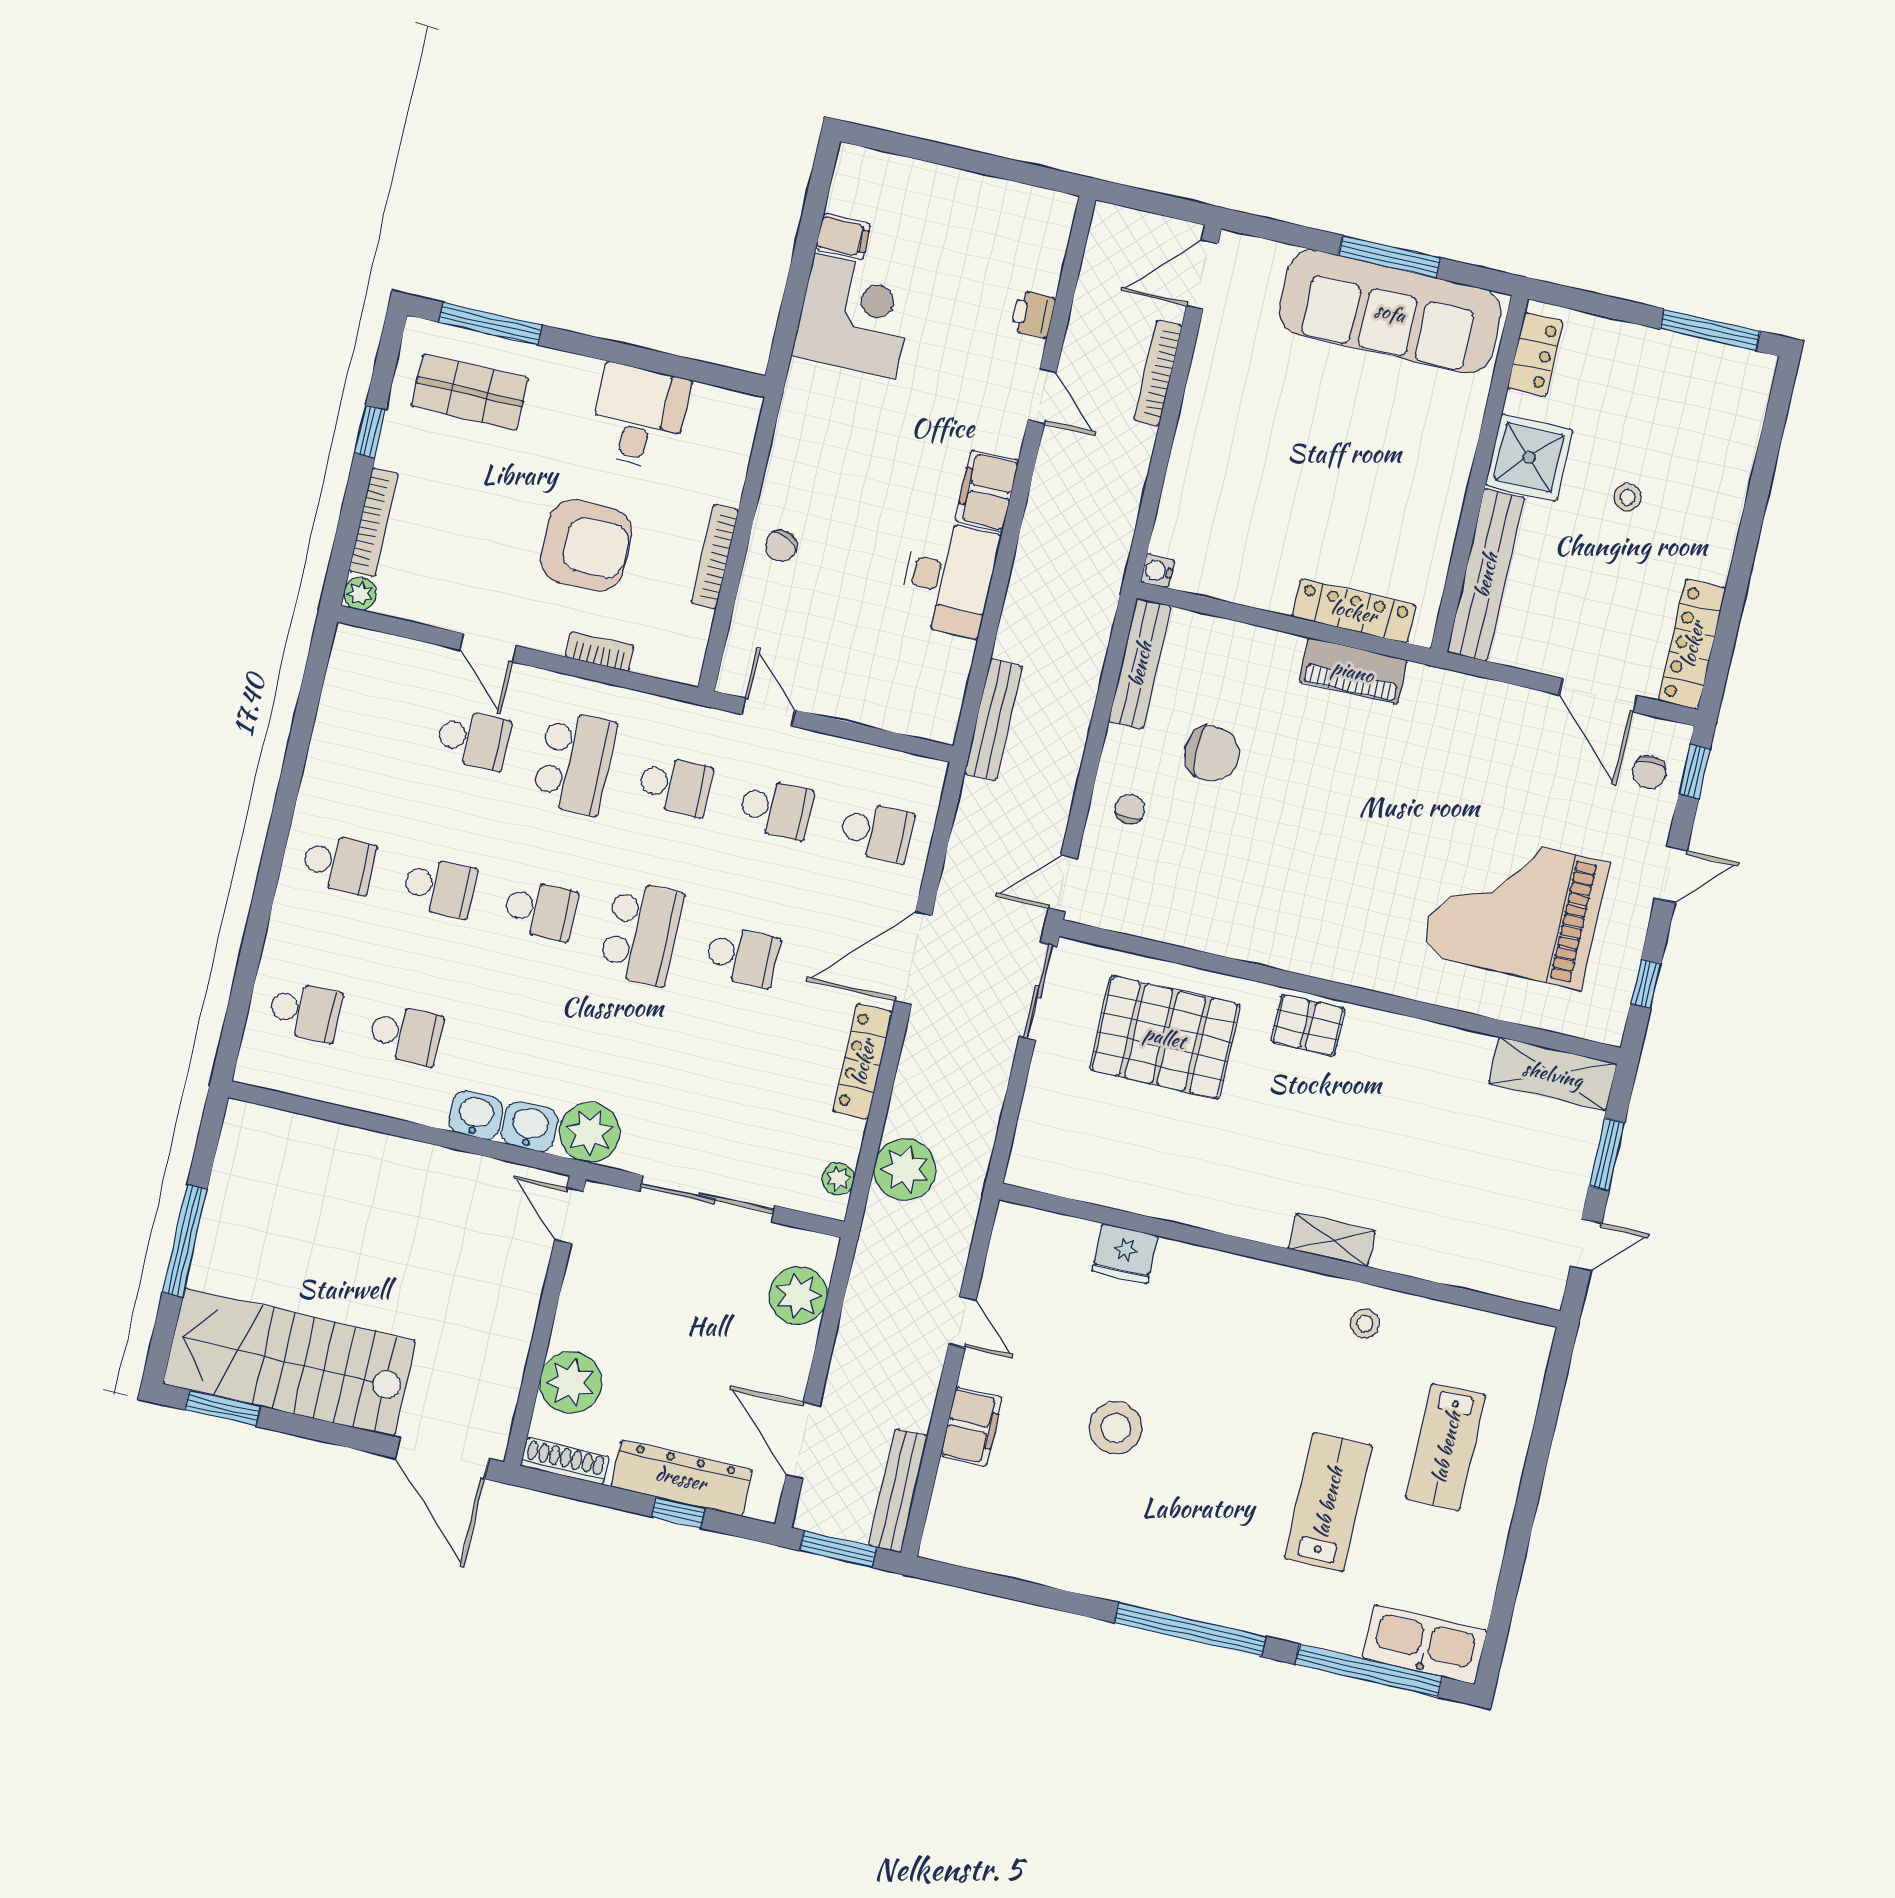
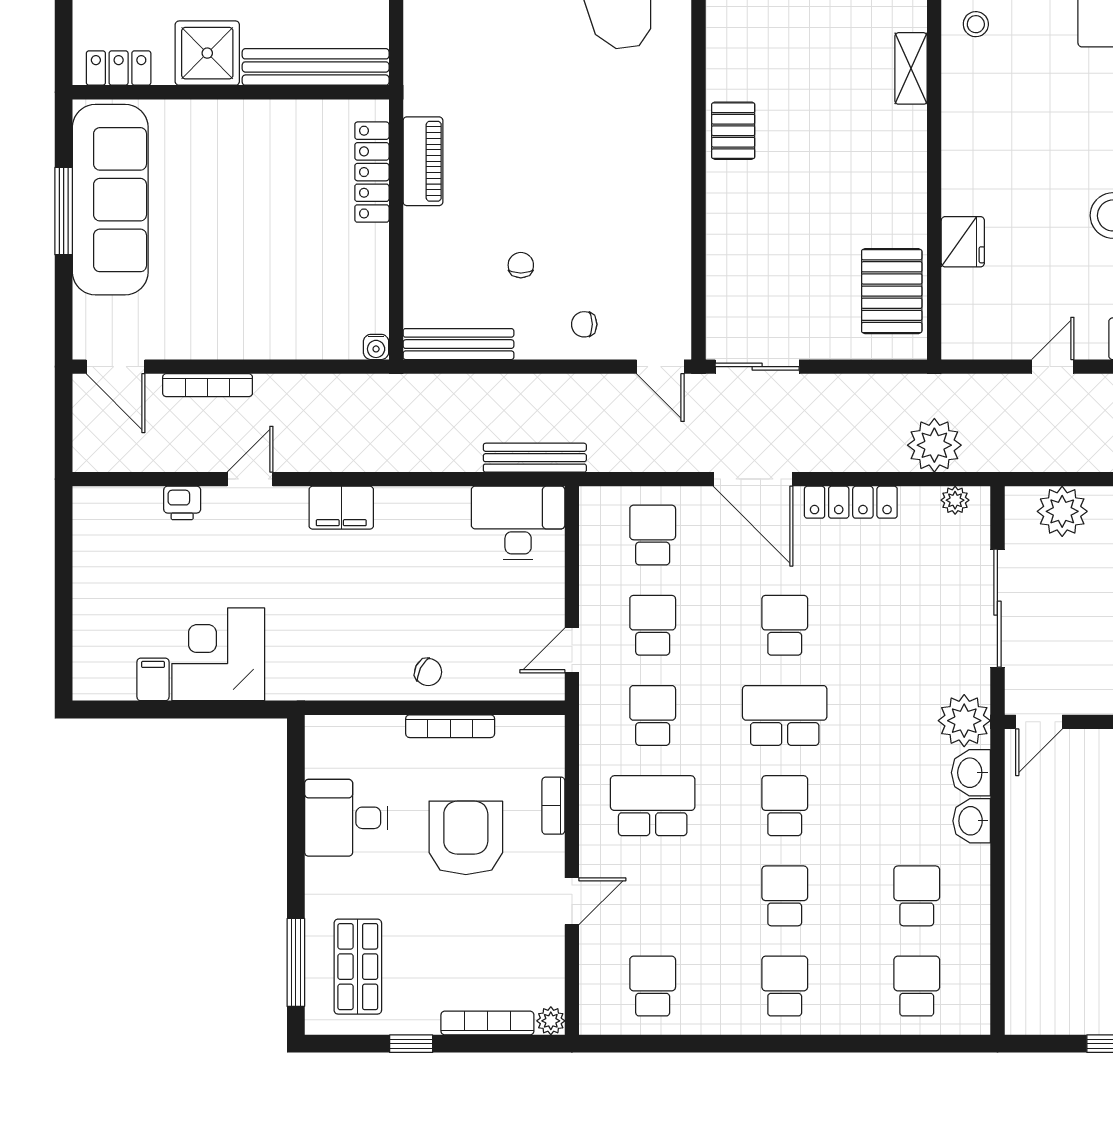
desk: (949, 578) -> (518, 523), moved
school desk: (473, 739) -> (653, 986), moved
chair: (1212, 753) -> (521, 265), width x0.54, depth x0.54
pallet: (1165, 1037) -> (892, 291), moved, width x0.73, depth x0.71

